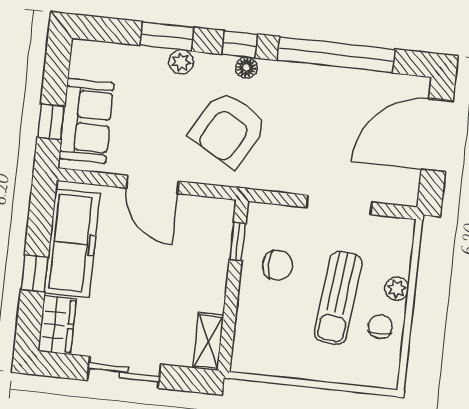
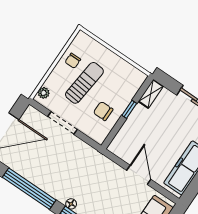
armchair: (228, 129) -> (93, 181), removed
window: (238, 241) -> (129, 109), moved
plant: (397, 289) -> (44, 93), moved

